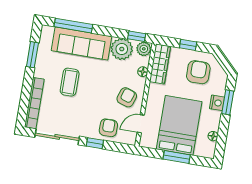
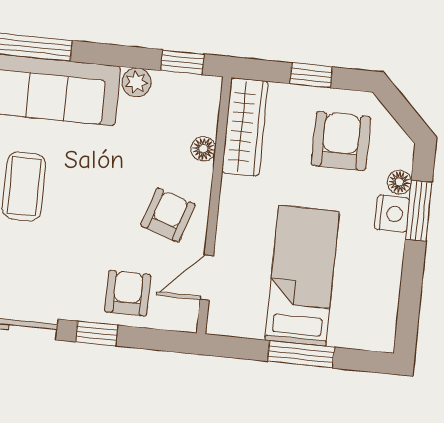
plant: (122, 49) -> (137, 82), width x0.53, depth x0.53
plant: (144, 49) -> (202, 92), removed
bed: (179, 125) -> (302, 276), width x0.67
floor lamp: (213, 136) -> (399, 182), moved

